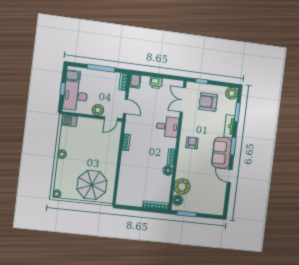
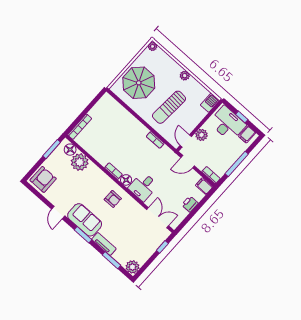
armchair: (208, 102) -> (43, 179), moved
sun lounger: (94, 149) -> (169, 107), added
floor lamp: (168, 170) -> (126, 180), moved
door: (230, 176) -> (58, 213), swing flipped

